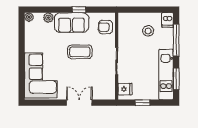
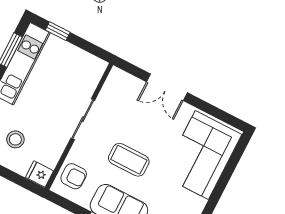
fridge: (125, 89) -> (39, 174), moved
window: (143, 103) -> (58, 31), moved

